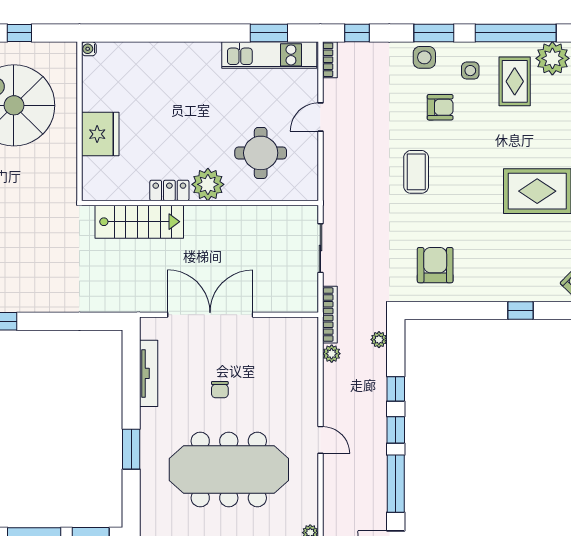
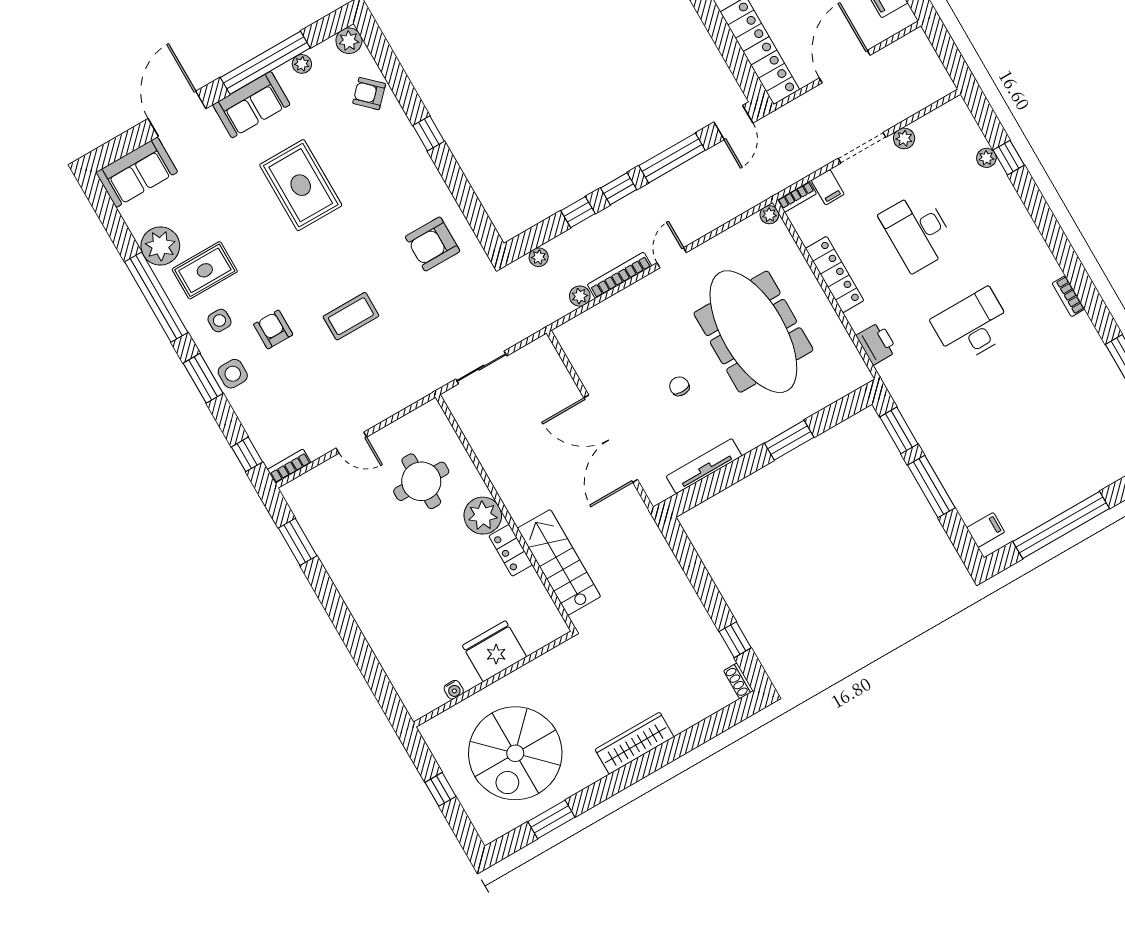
water cooler: (89, 49) -> (454, 690), moved
kitchen unit: (269, 55) -> (319, 529), removed
bookcase: (330, 315) -> (620, 275), moved
chair: (220, 390) -> (679, 386), turned -90

